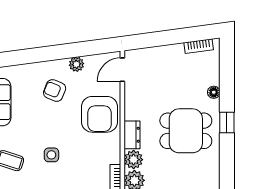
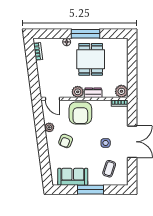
armchair: (100, 114) -> (80, 113), turned 90
window: (227, 123) -> (86, 34), width x2.17
plant: (134, 160) -> (78, 92), moved

